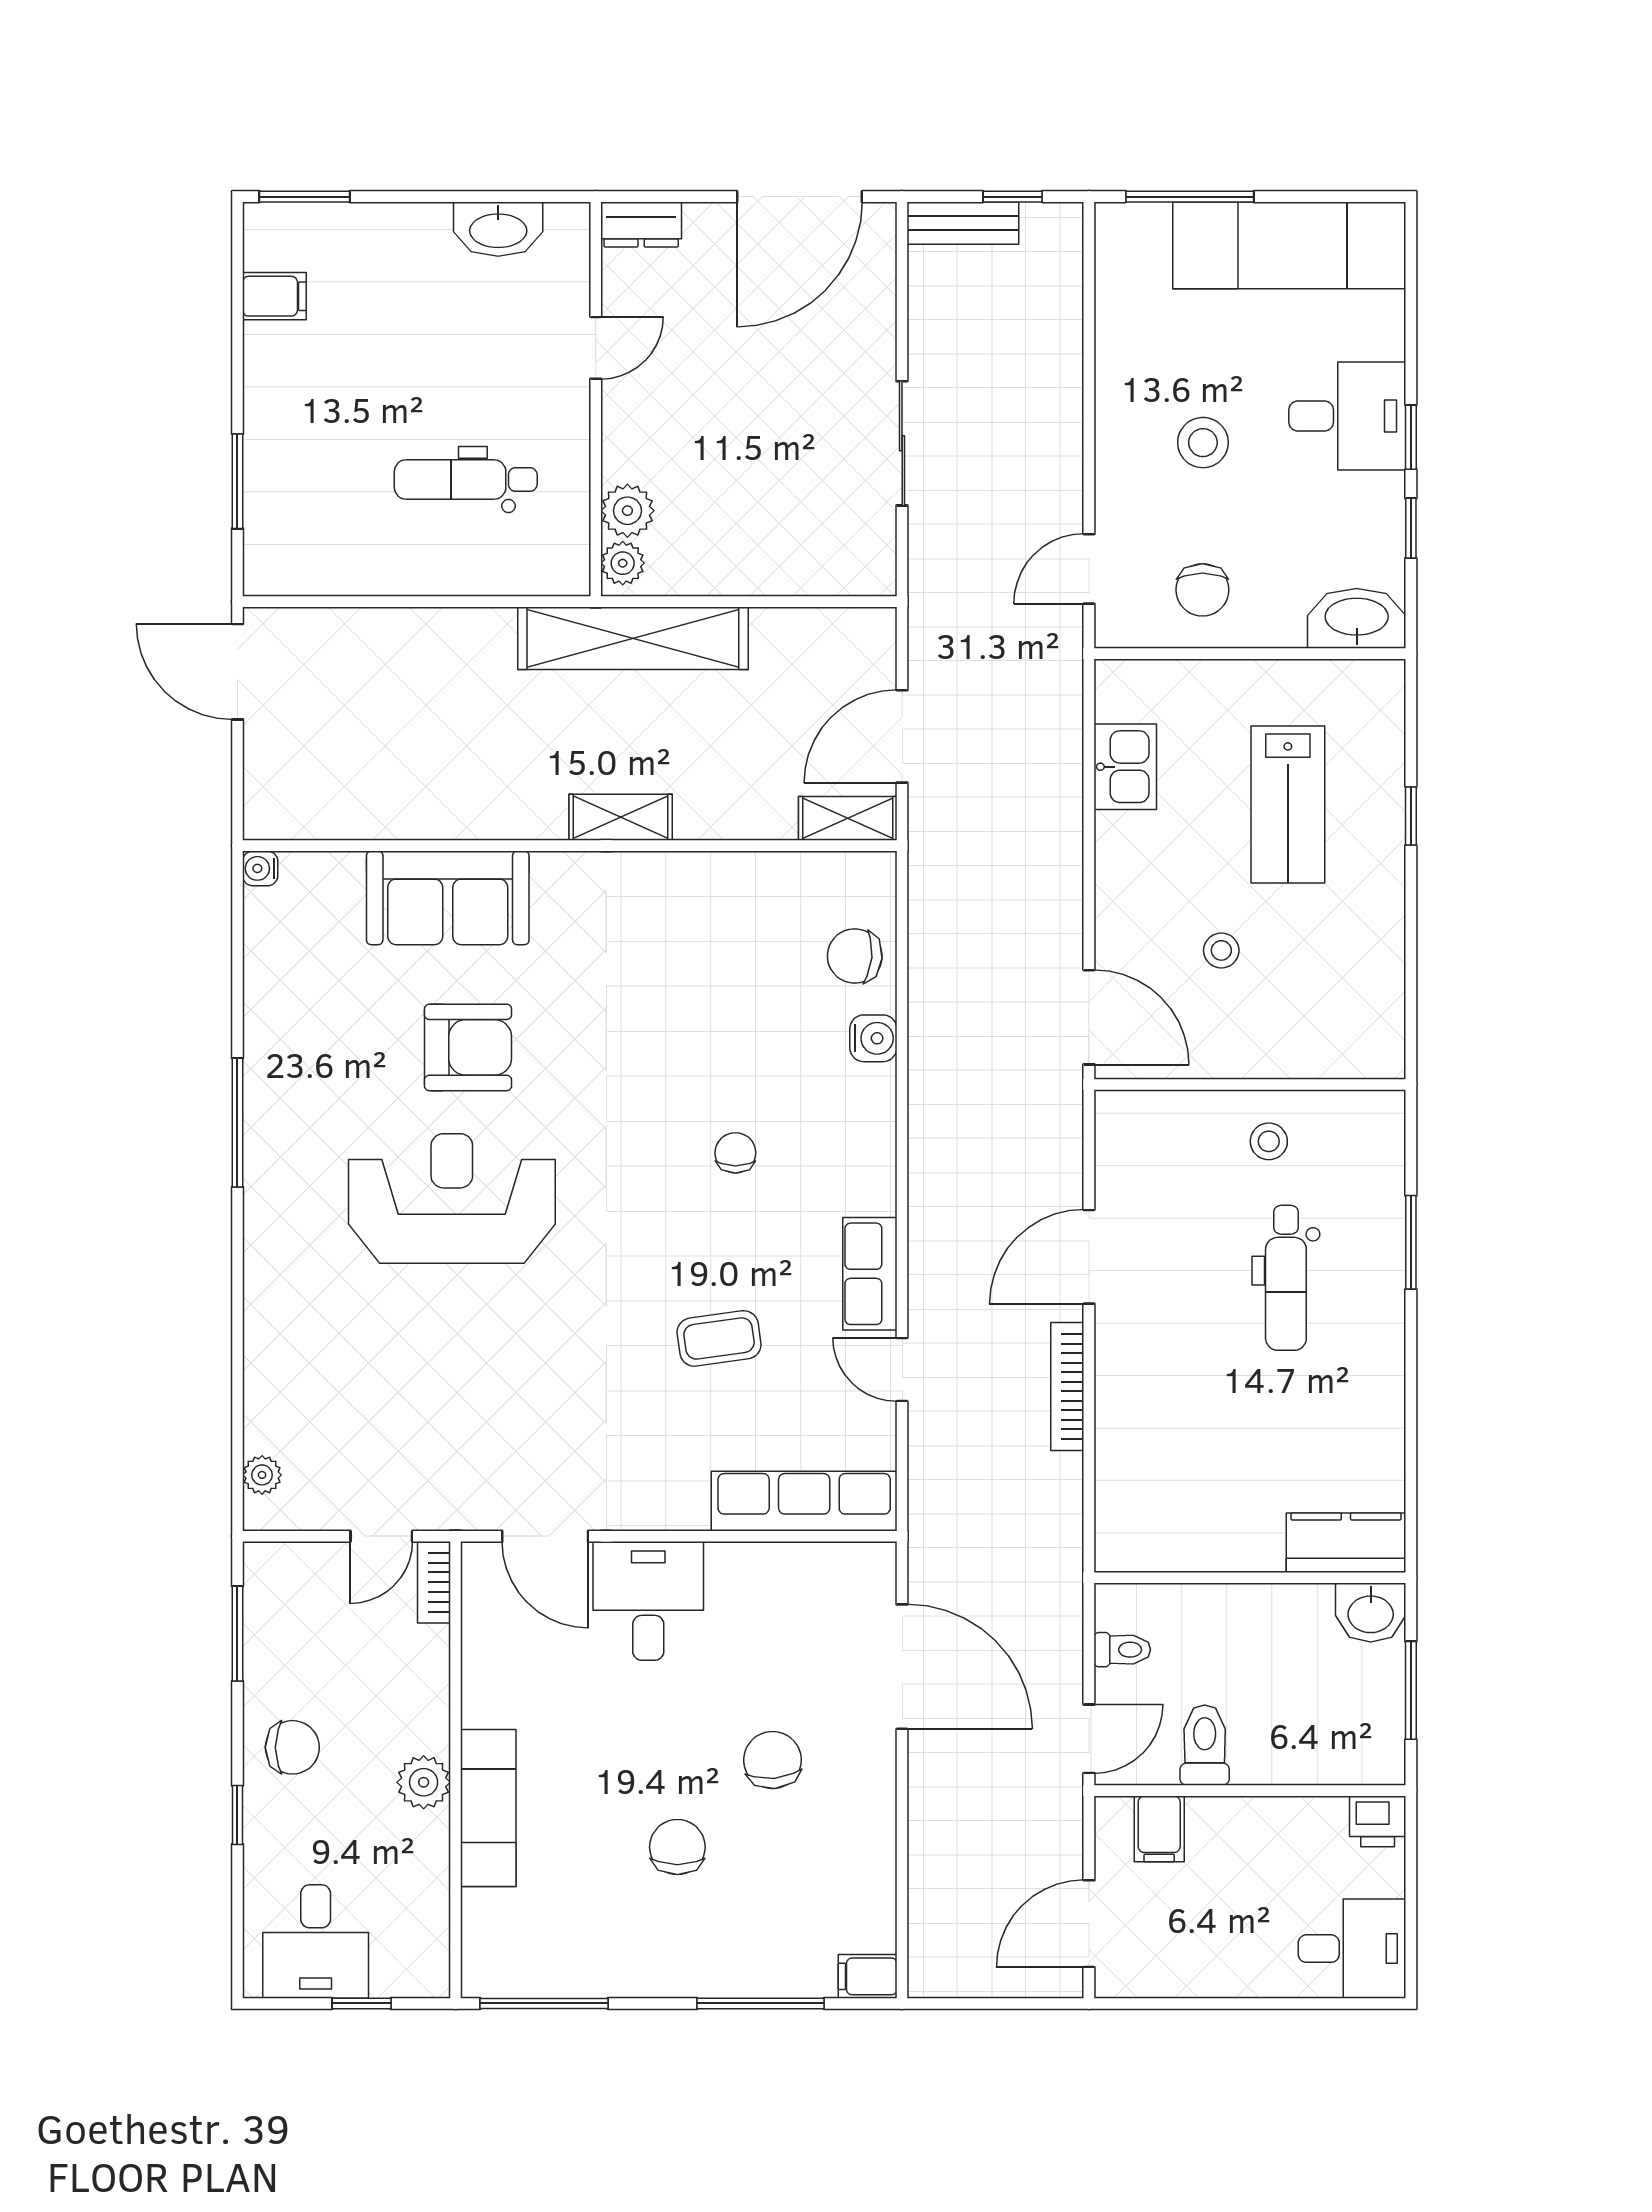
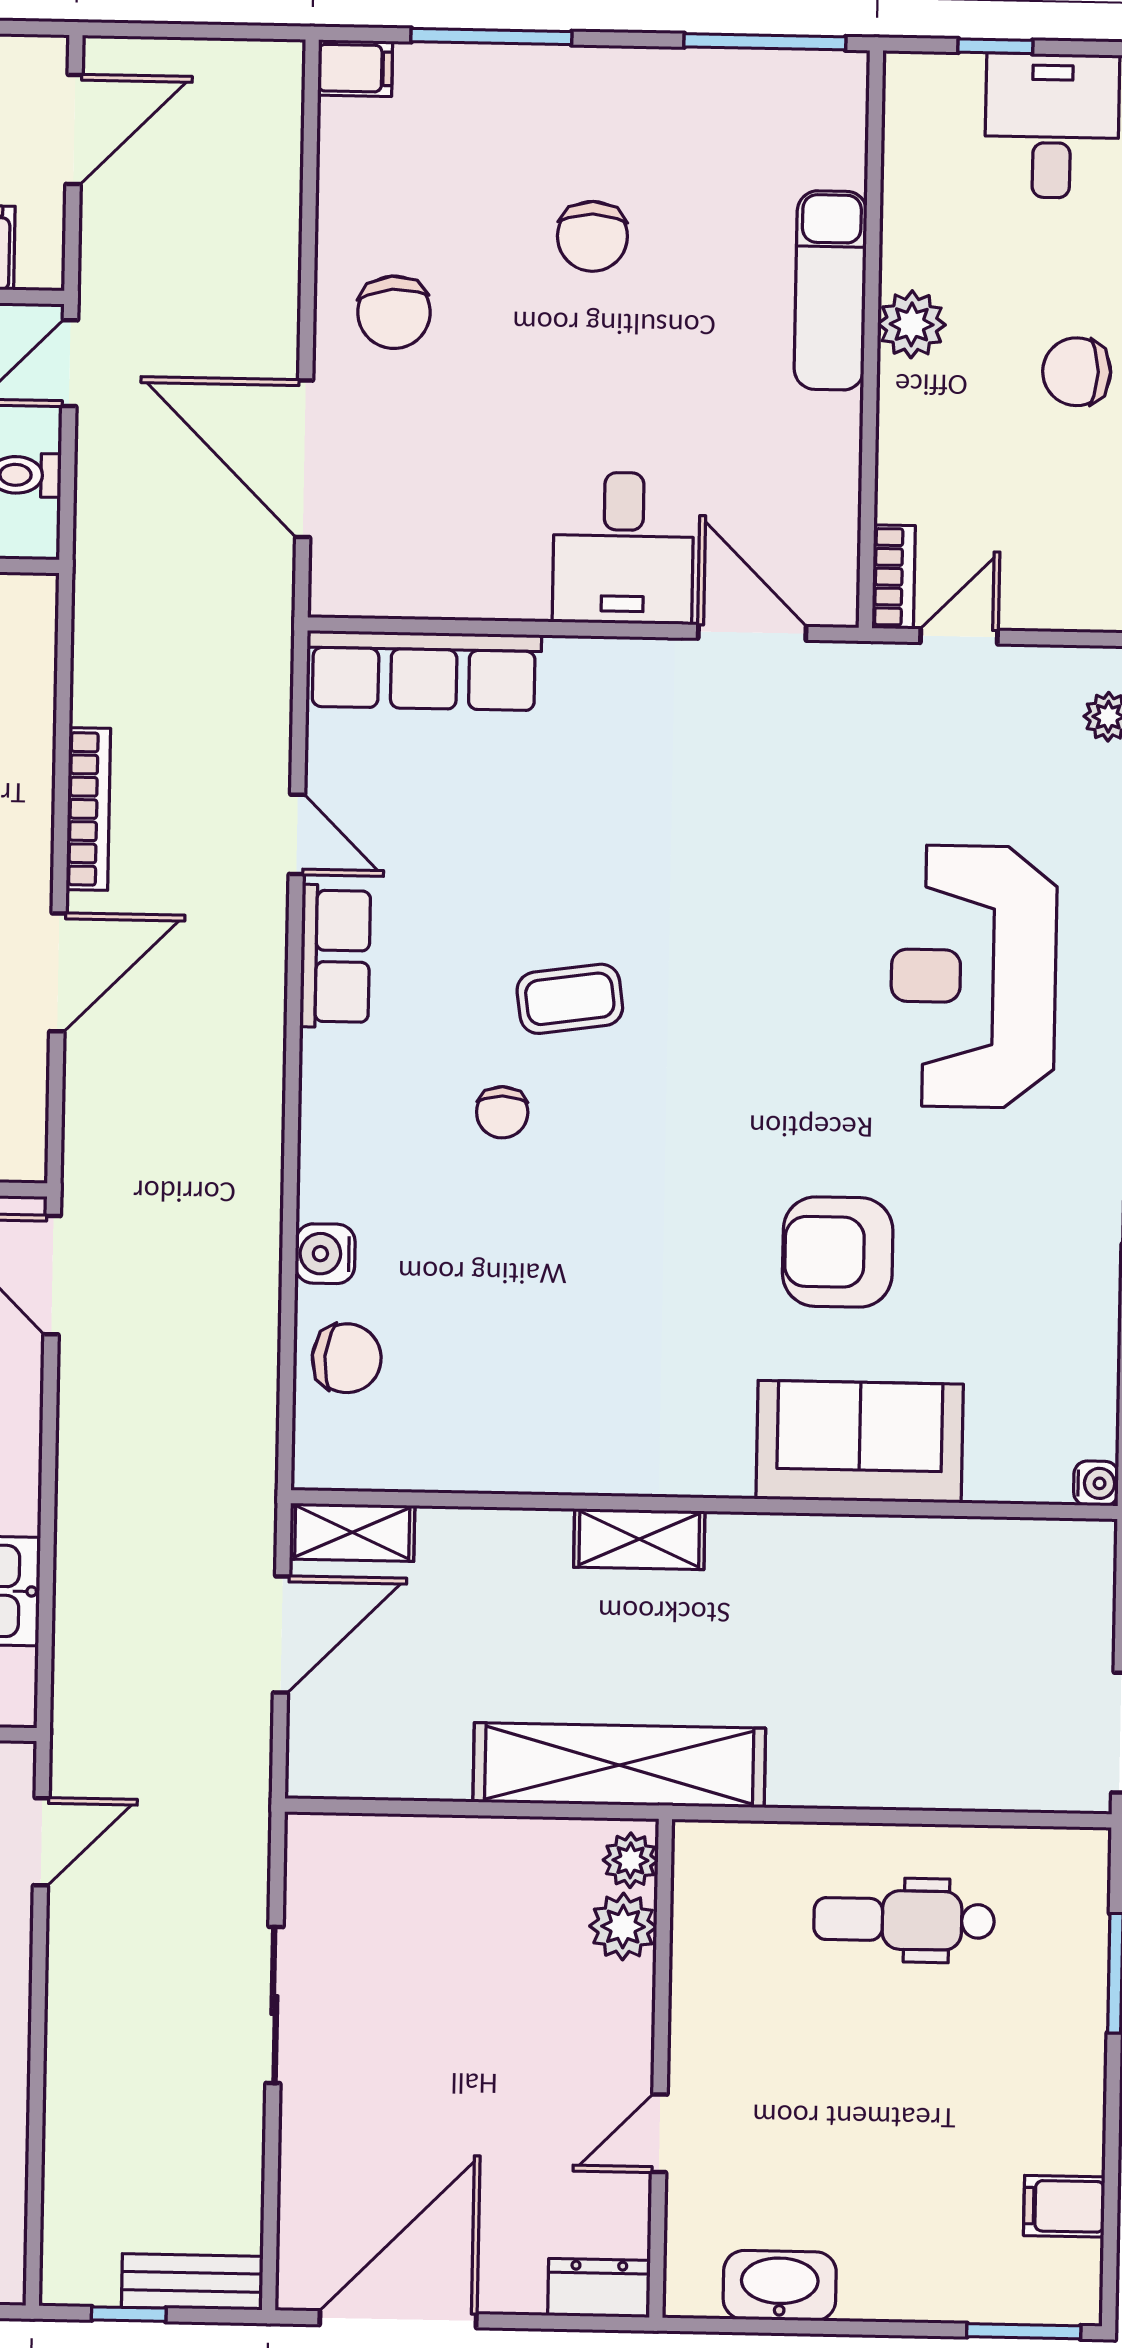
dental chair: (466, 479) -> (904, 1920), moved, turned 180
reception desk: (452, 1198) -> (973, 977), moved, turned 90
coffee table: (719, 1338) -> (570, 999), moved
chair: (772, 1760) -> (394, 312), moved

